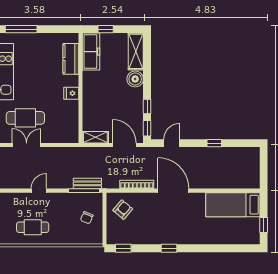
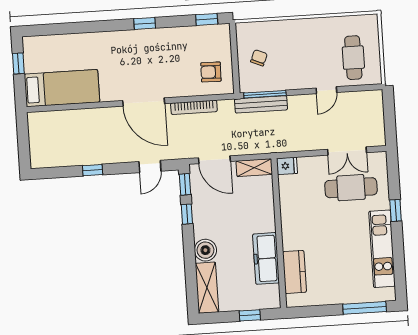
freezer: (91, 52) -> (266, 258), moved
fridge: (71, 93) -> (287, 166), moved
bench: (87, 183) -> (261, 104), width x1.36
armchair: (123, 210) -> (211, 72), turned 51
cafe table: (33, 227) -> (353, 58), moved, turned 90

